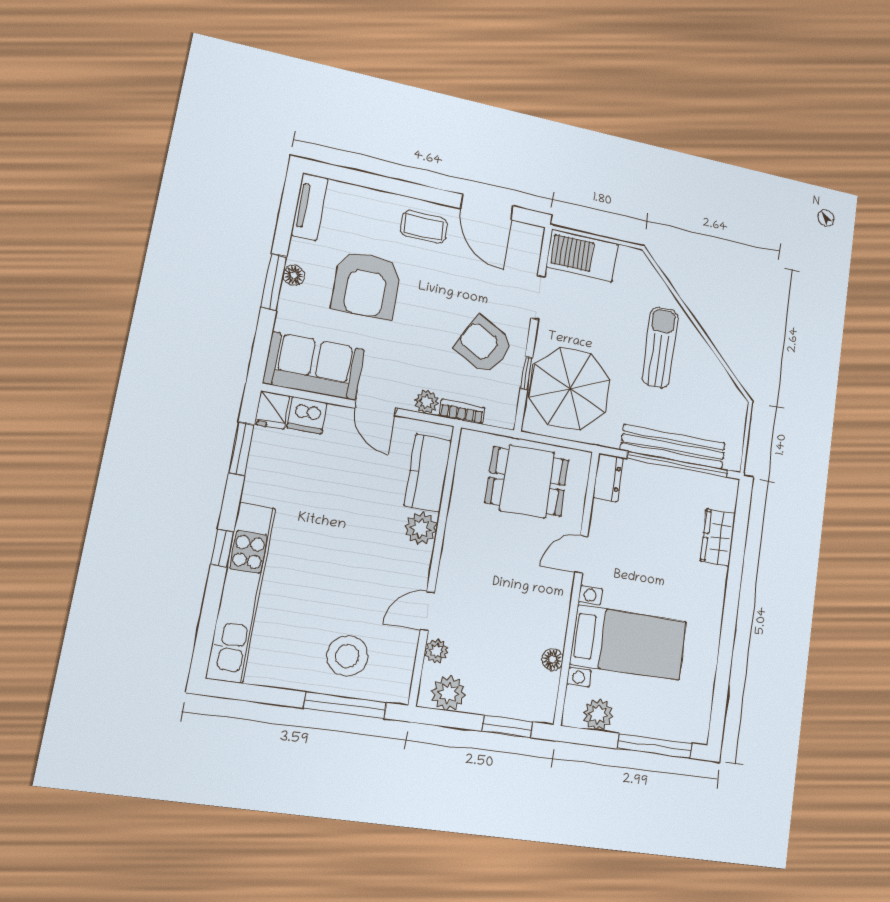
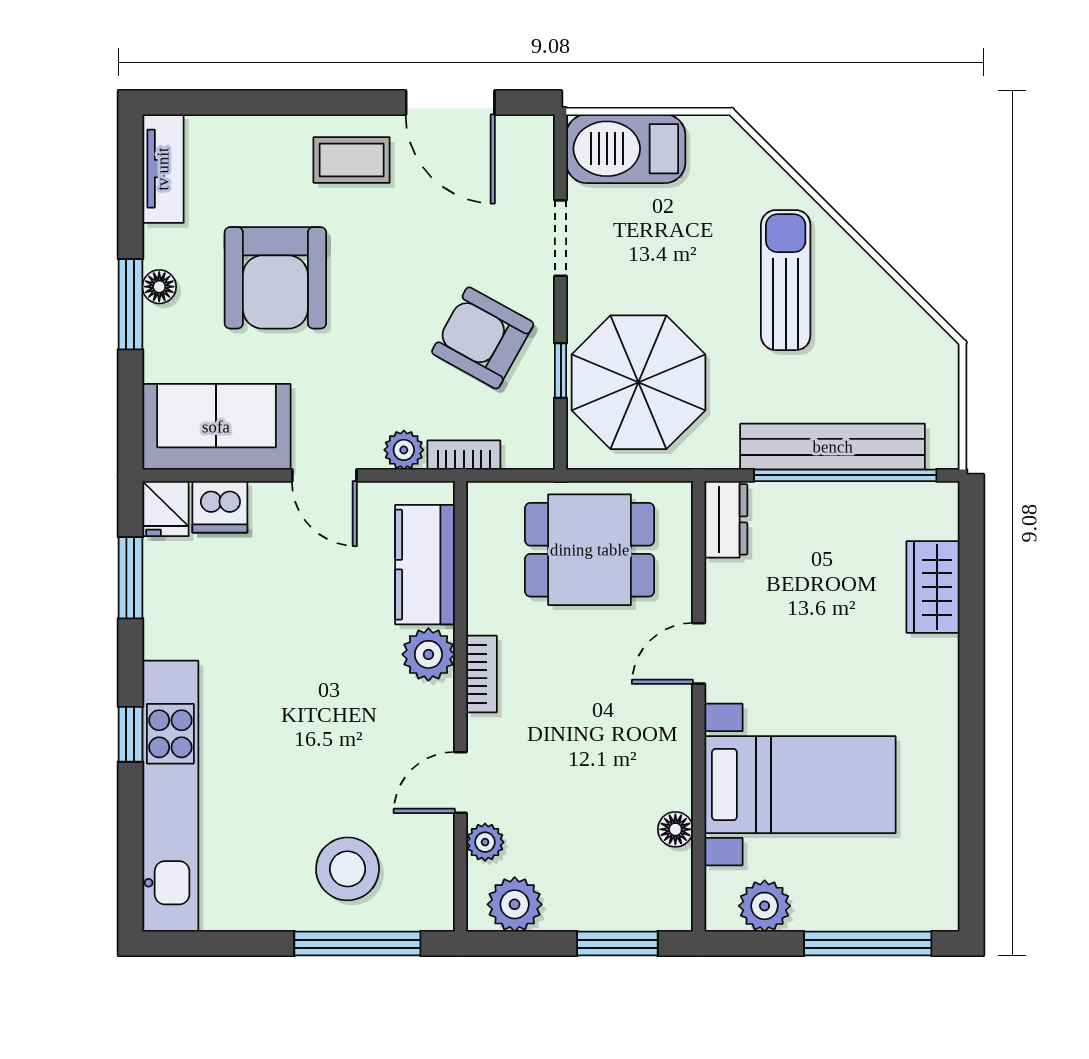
bookcase: (451, 546) -> (482, 674), added

